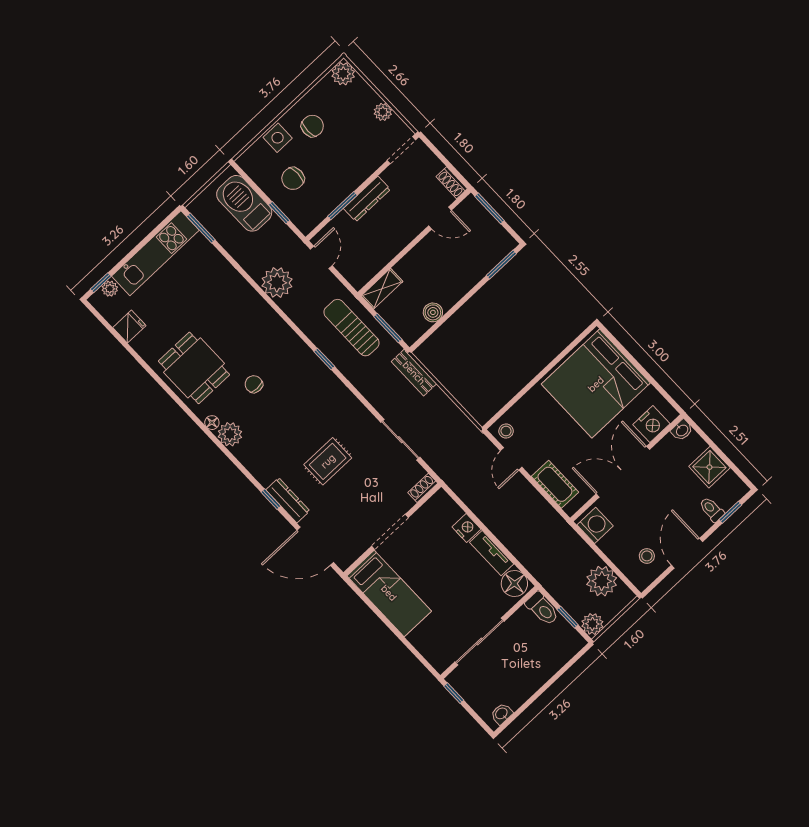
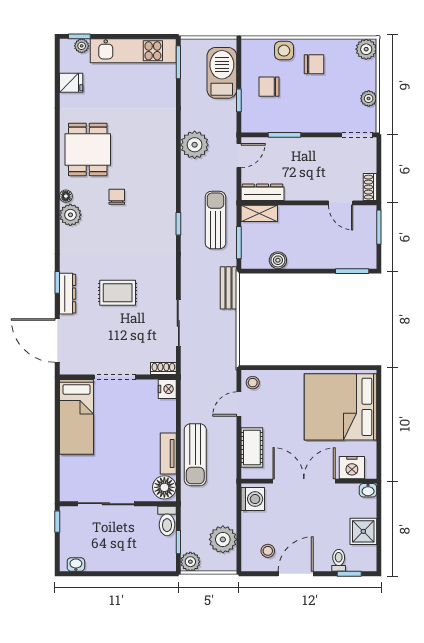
dresser: (367, 199) -> (262, 192), moved, turned 180
nightstand: (466, 528) -> (167, 389), moved
sun lounger: (515, 533) -> (195, 455), added

